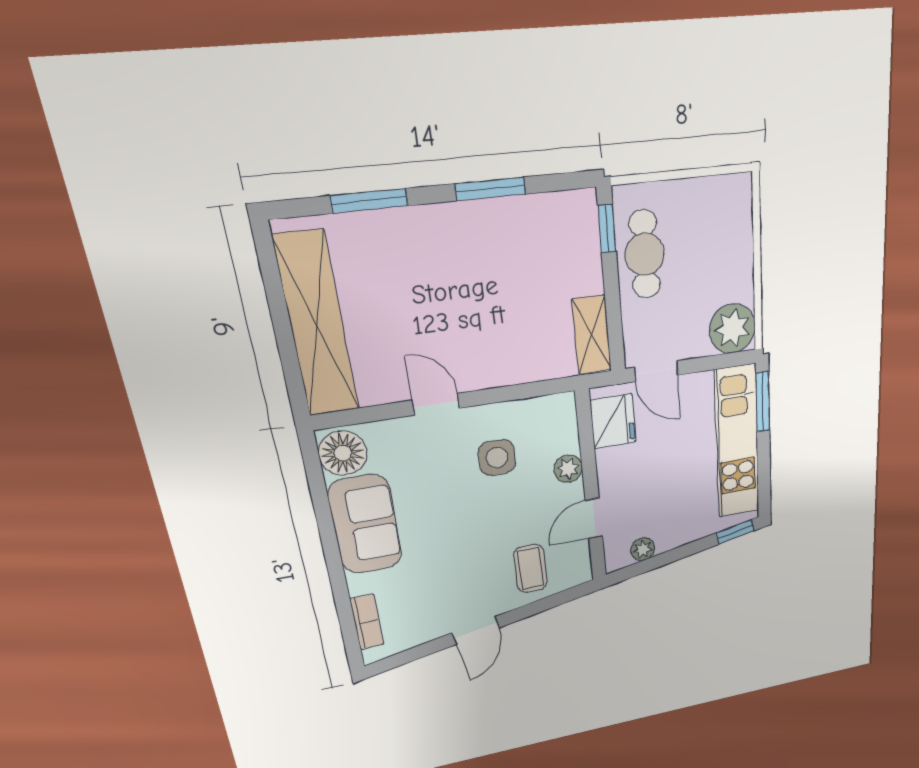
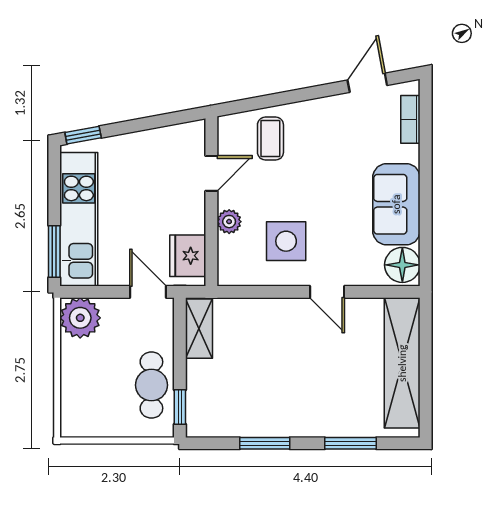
side table: (497, 458) -> (286, 241), width x1.37, depth x1.37
plant: (643, 549) -> (170, 136), removed
door: (476, 630) -> (367, 83), moved

